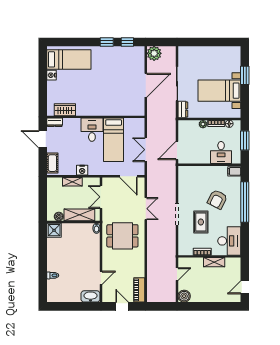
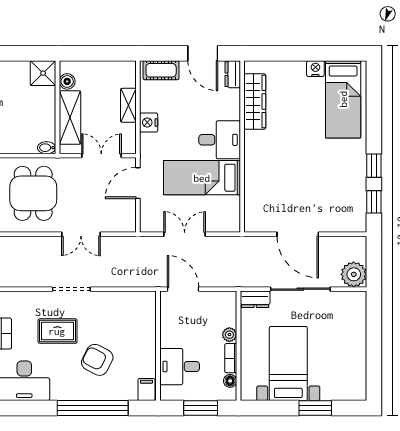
plant: (154, 53) -> (354, 274), moved
wardrobe: (65, 110) -> (255, 101), width x1.50
door: (43, 139) -> (203, 53), swing flipped
door: (128, 176) -> (138, 183), moved

